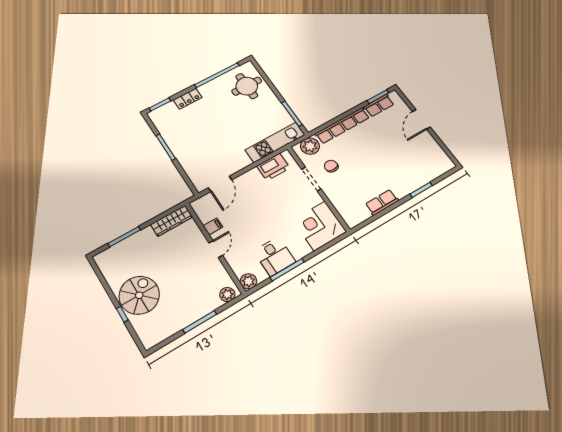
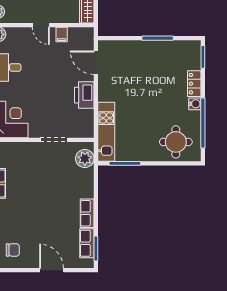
water cooler: (205, 89) -> (195, 104), added
row of seats: (342, 126) -> (87, 213), width x0.50
chair: (331, 166) -> (13, 250), moved
printer: (273, 167) -> (84, 95), moved

